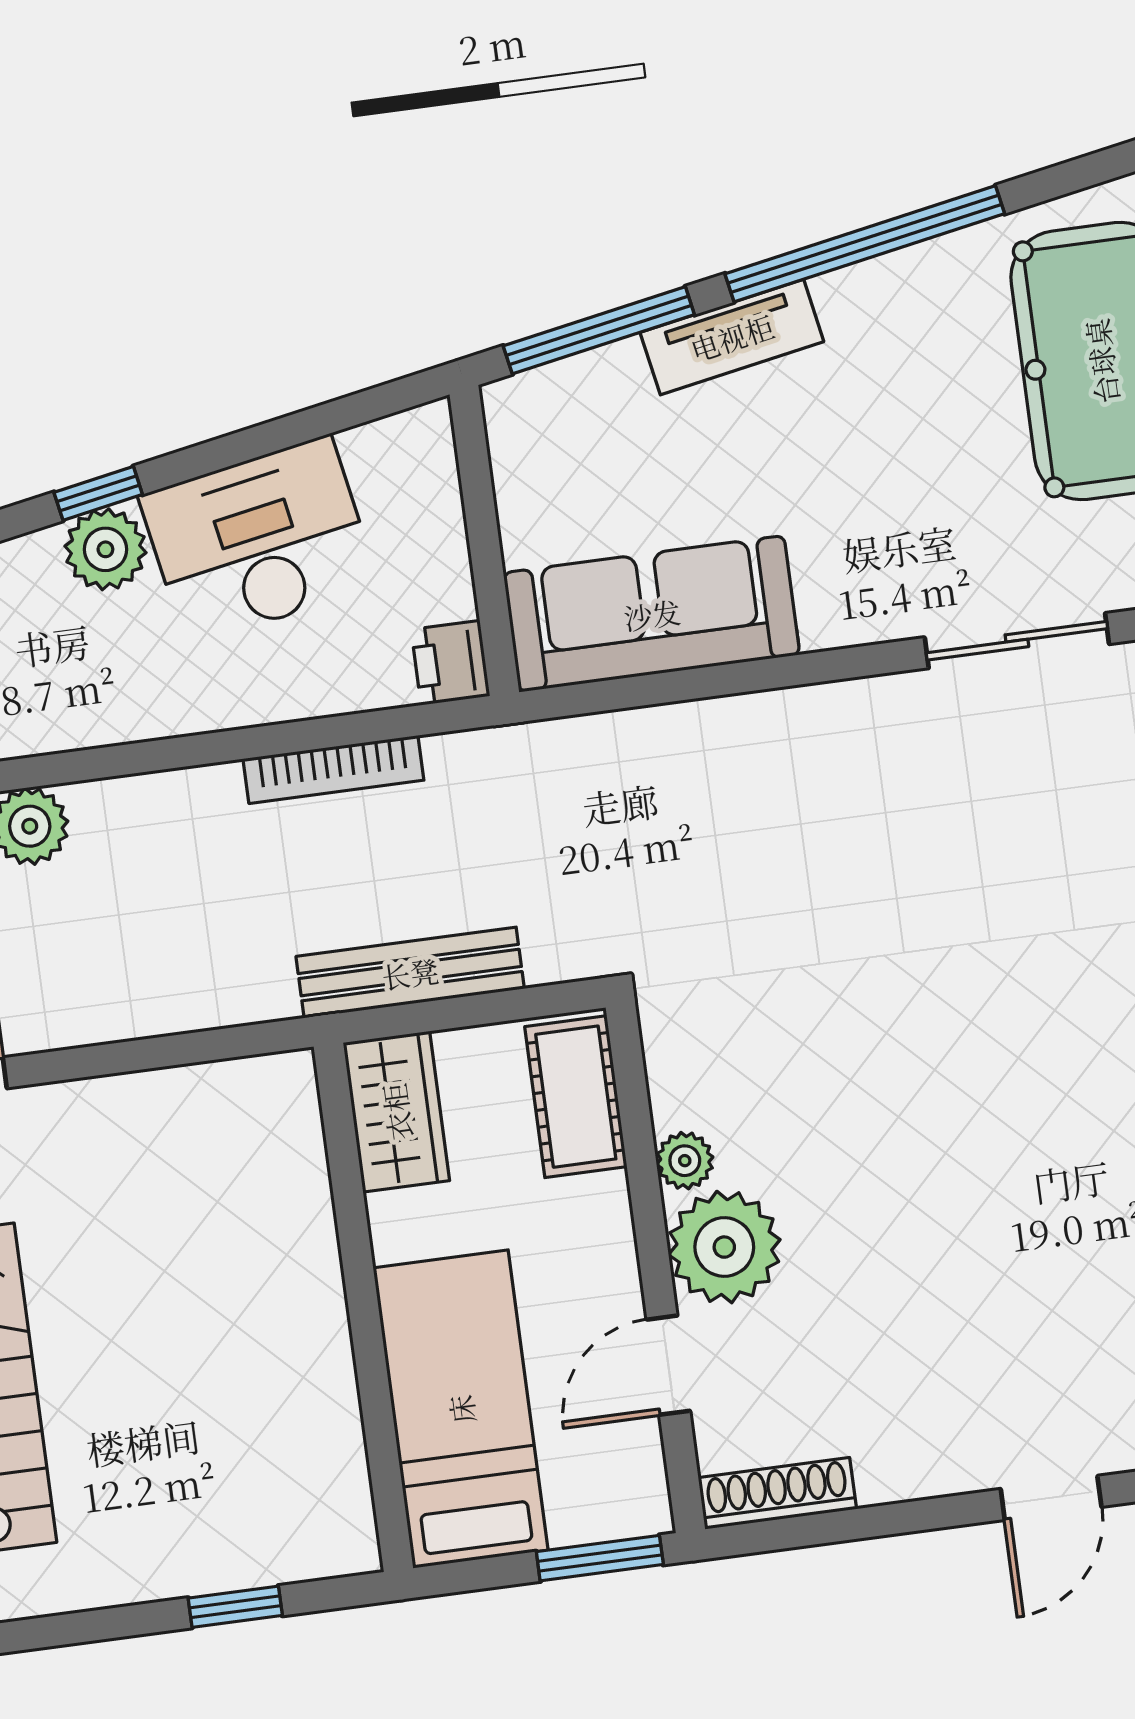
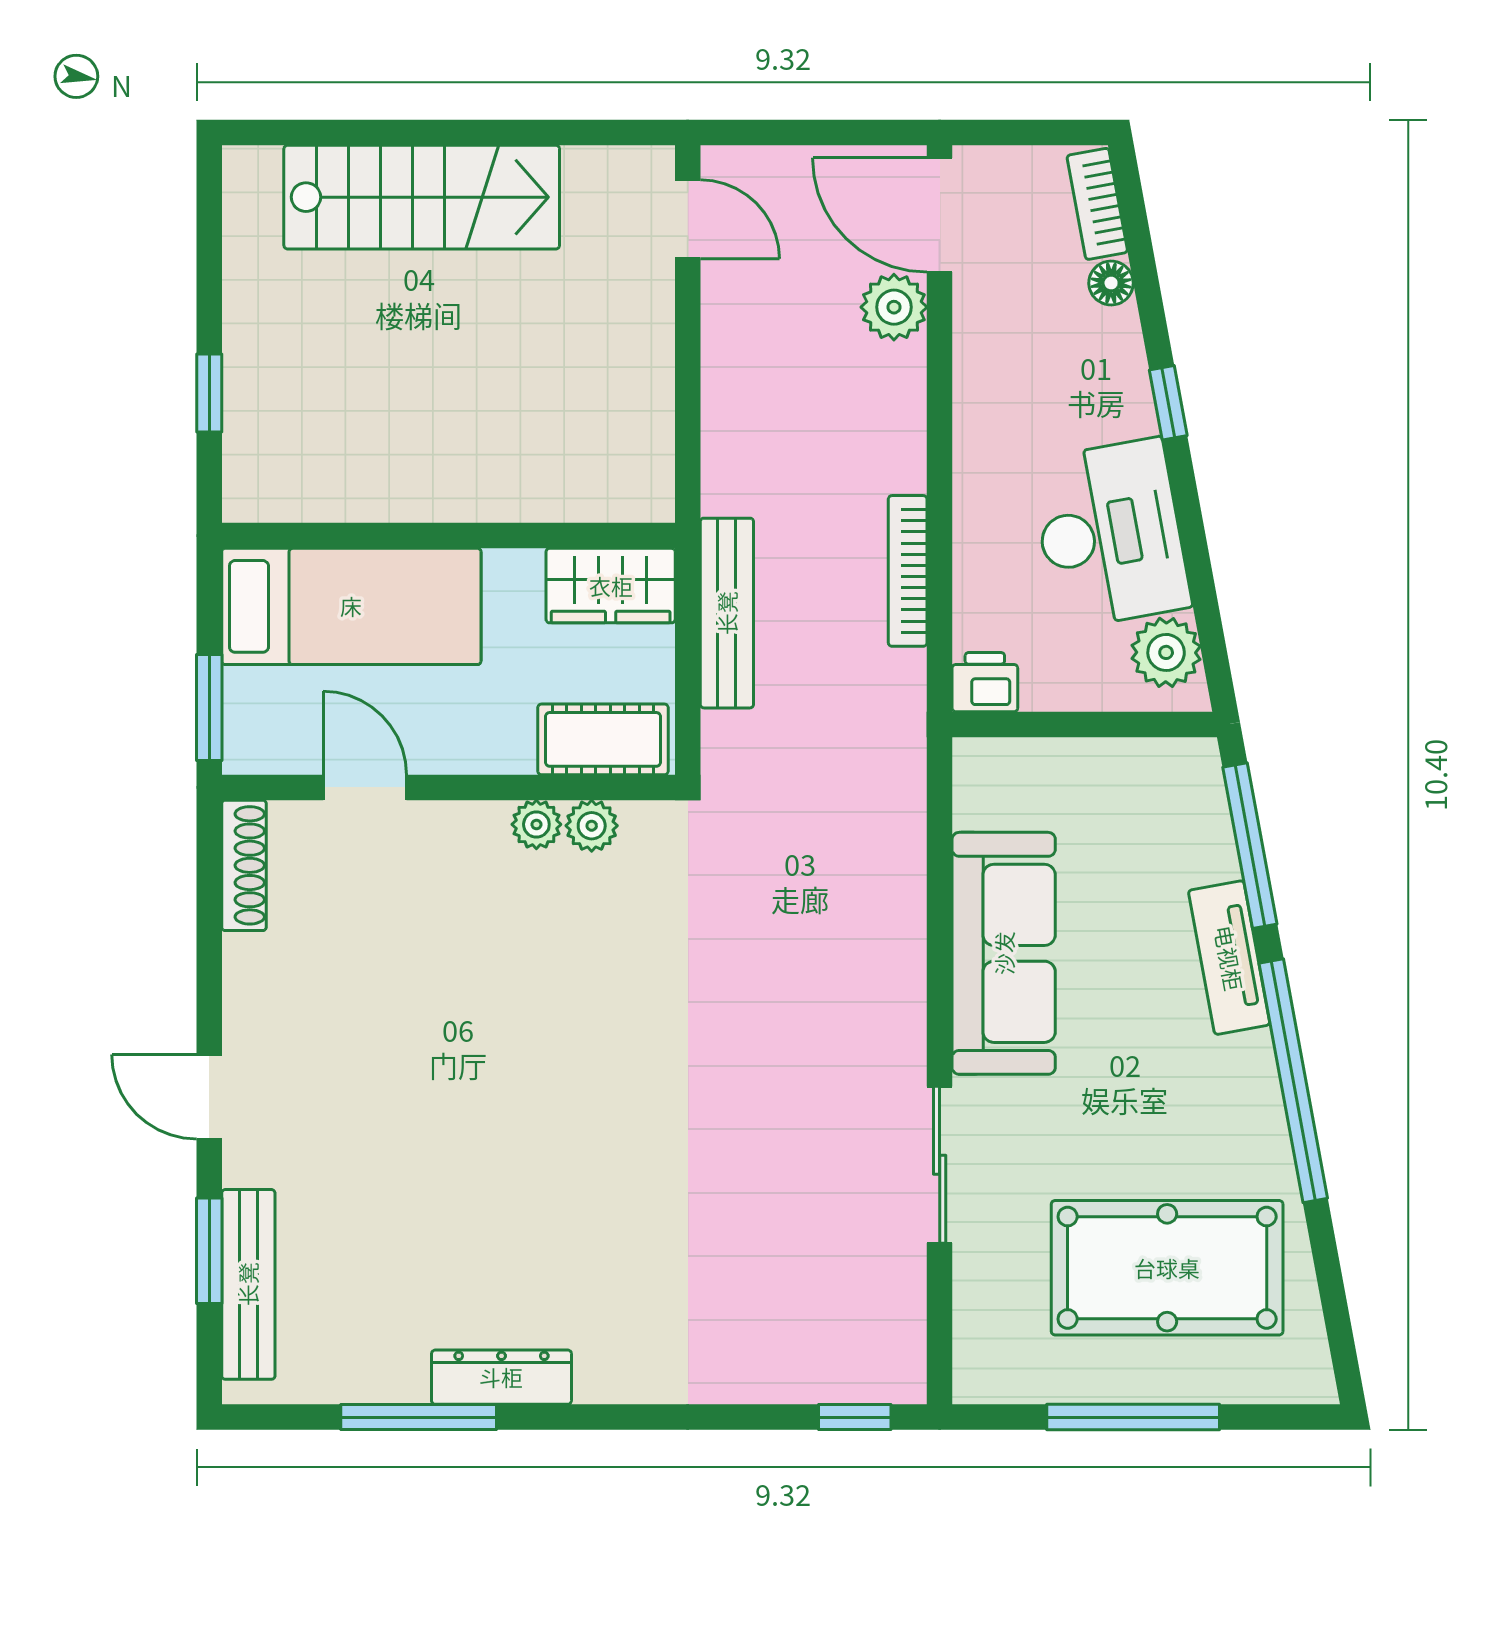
plant: (105, 549) -> (1166, 652), moved
sofa: (652, 614) -> (1004, 953), moved
plant: (724, 1247) -> (592, 826), moved, width x0.53, depth x0.53

